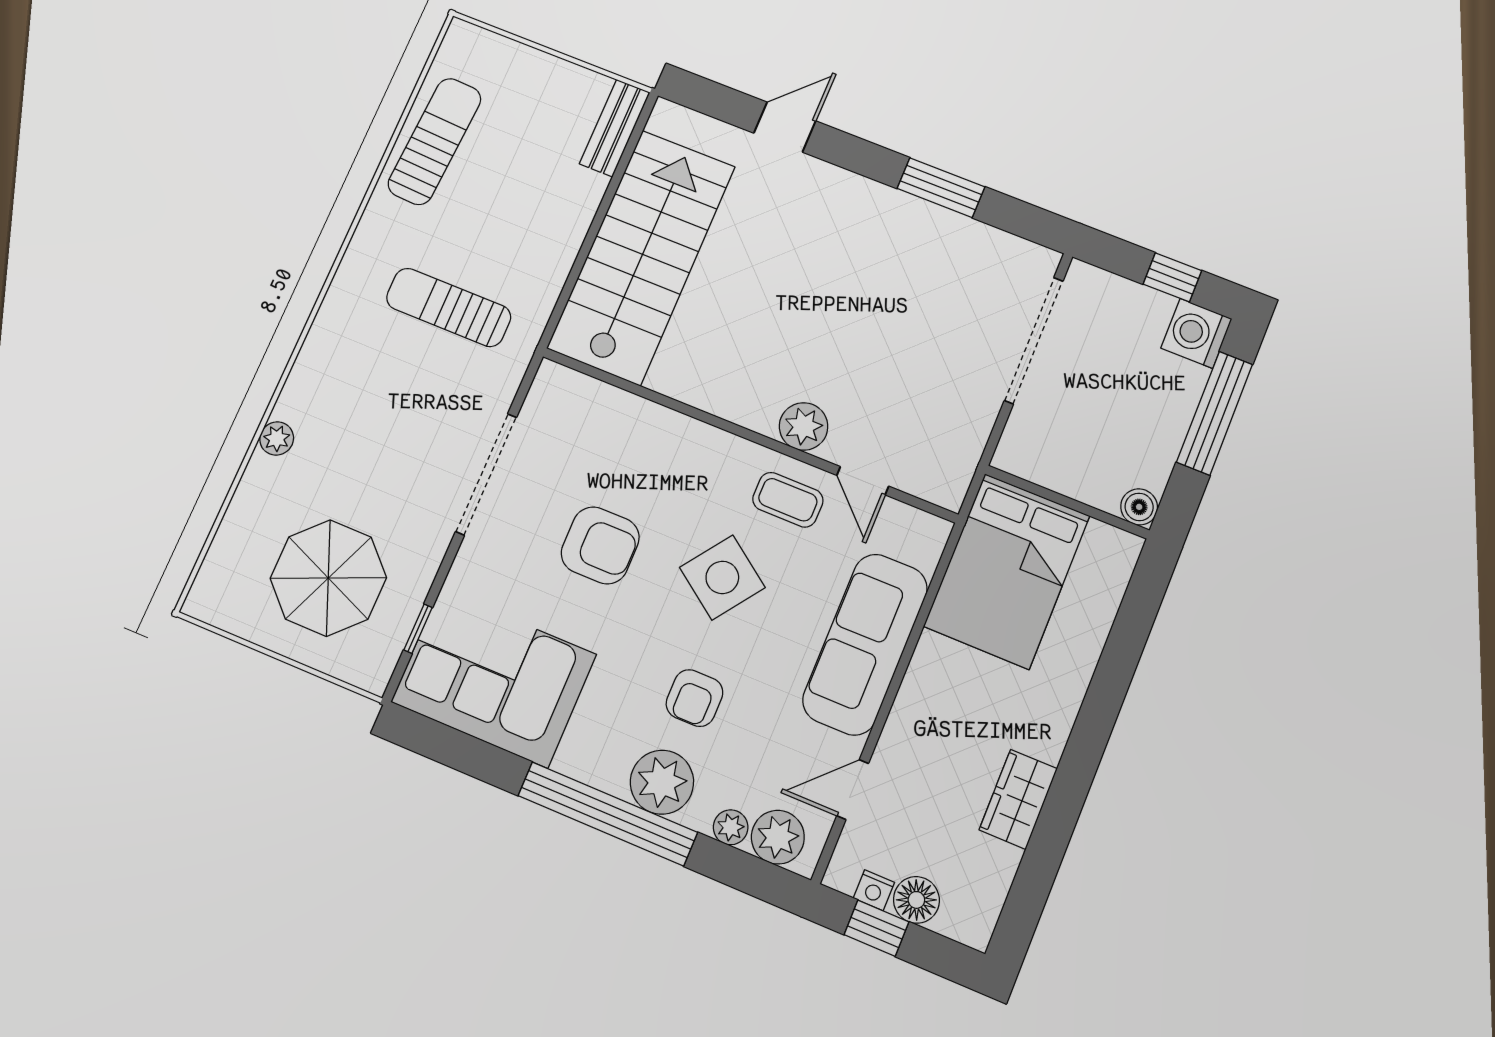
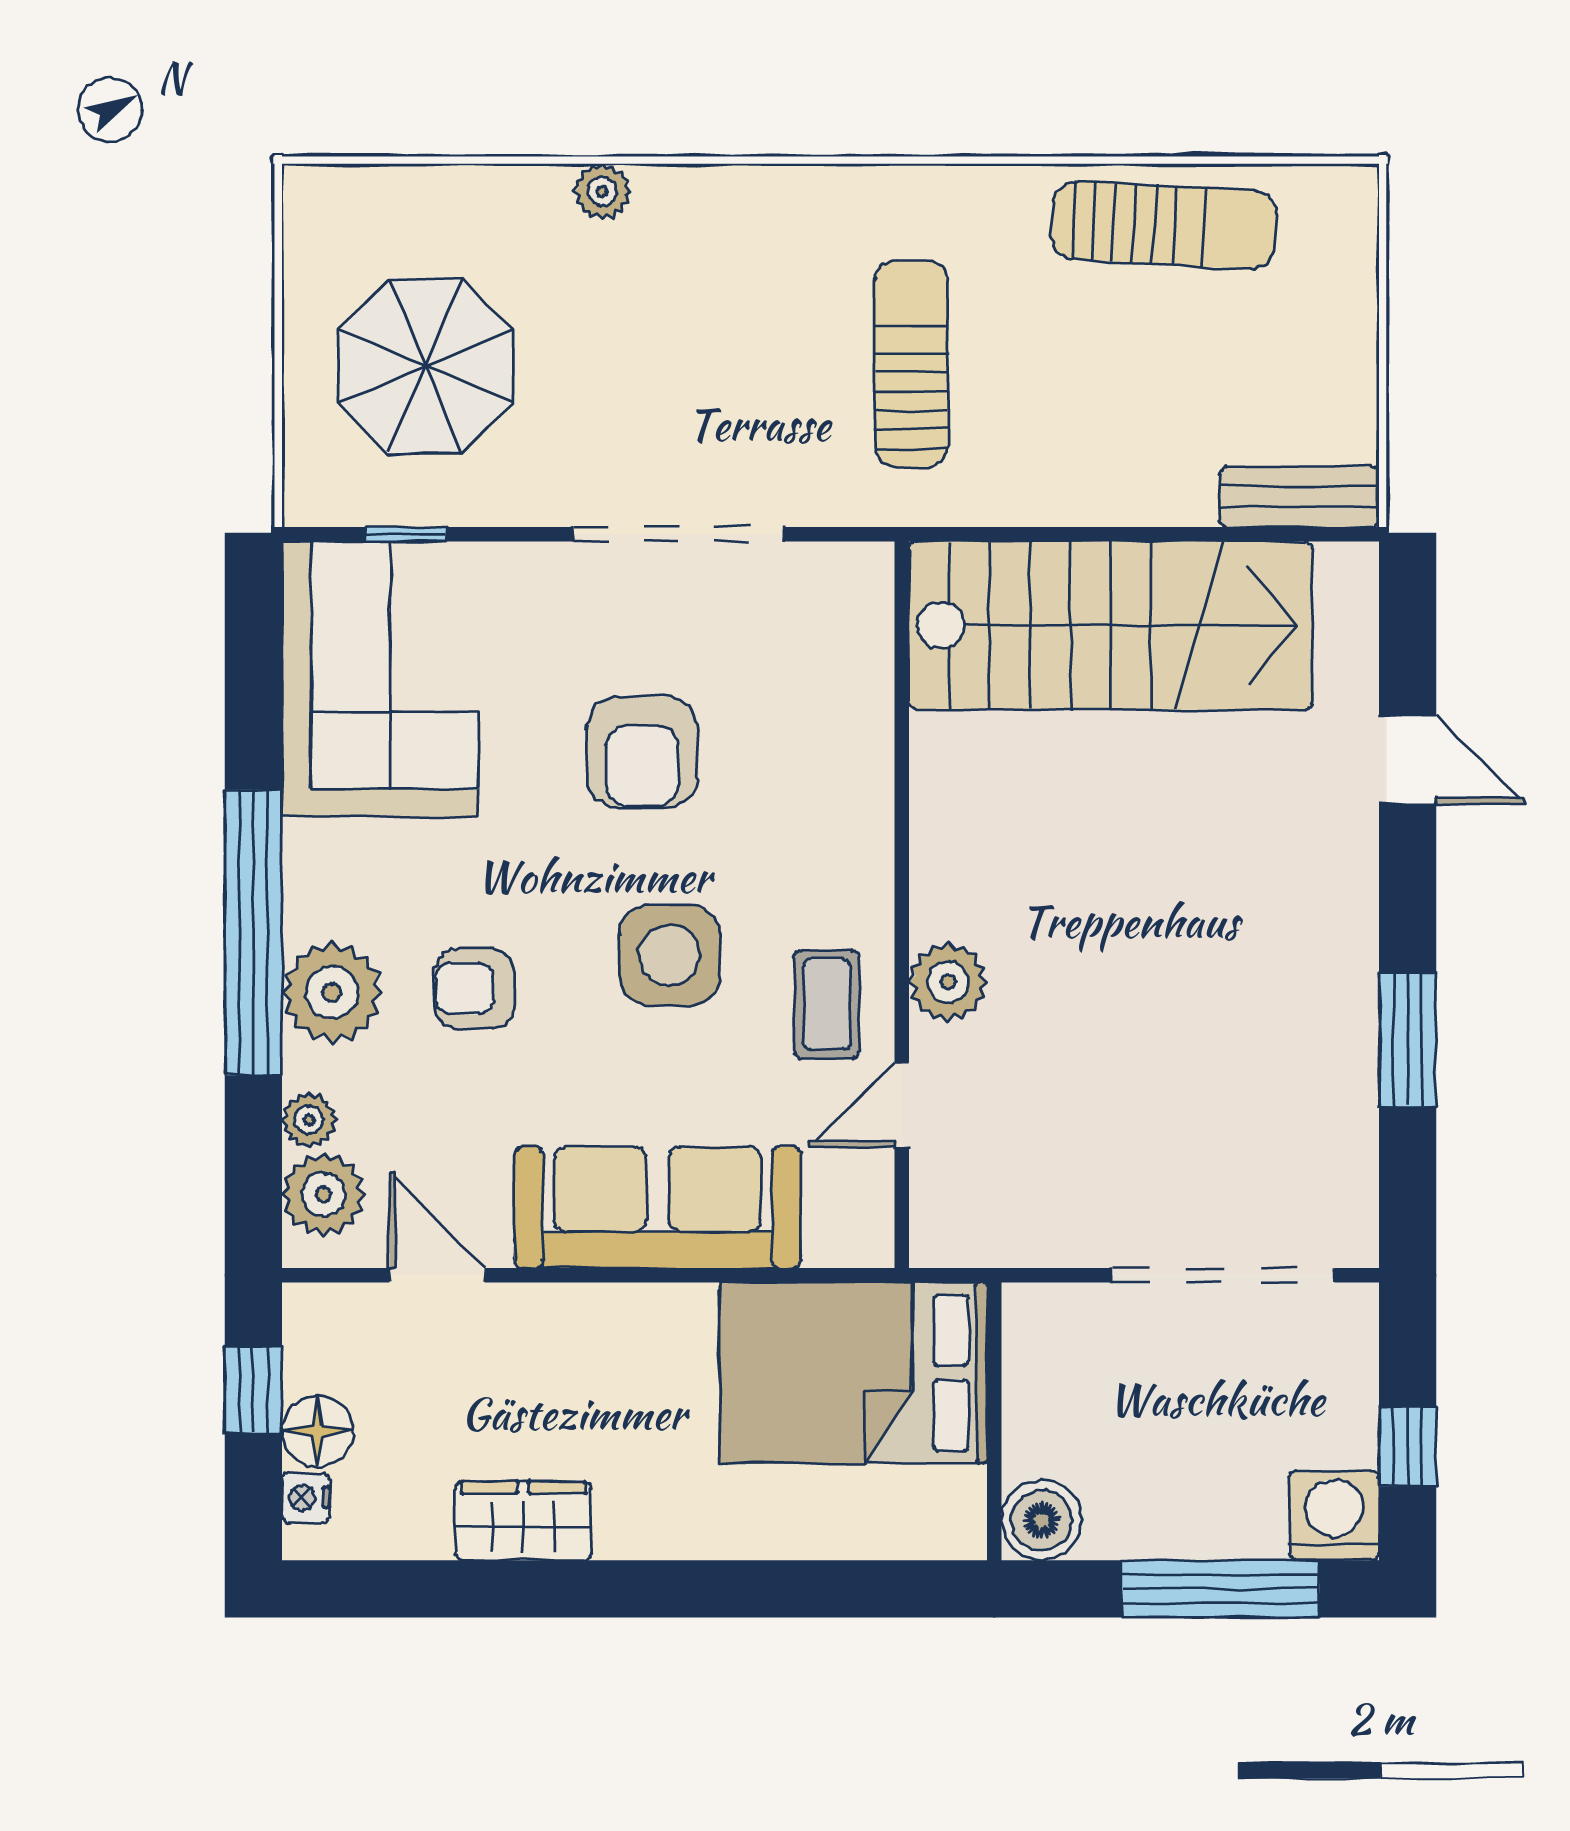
boiler: (1139, 507) -> (1042, 1520), width x1.36, depth x1.36
side table: (722, 577) -> (670, 955), turned -36
nightstand: (874, 890) -> (306, 1498), moved

